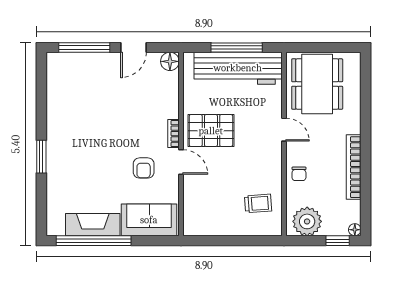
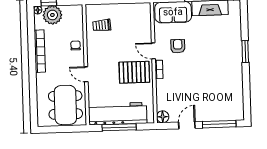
plant: (307, 221) -> (52, 15), moved

